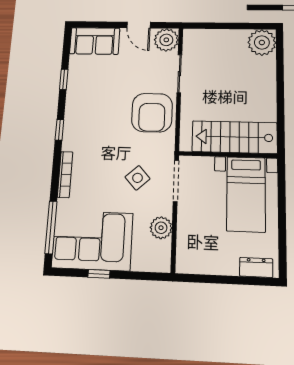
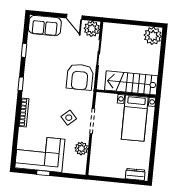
stairs: (235, 137) -> (131, 83), moved
wall: (228, 155) -> (126, 94), moved
bed with nightstands: (246, 194) -> (135, 118), moved
window: (51, 227) -> (15, 144), removed

